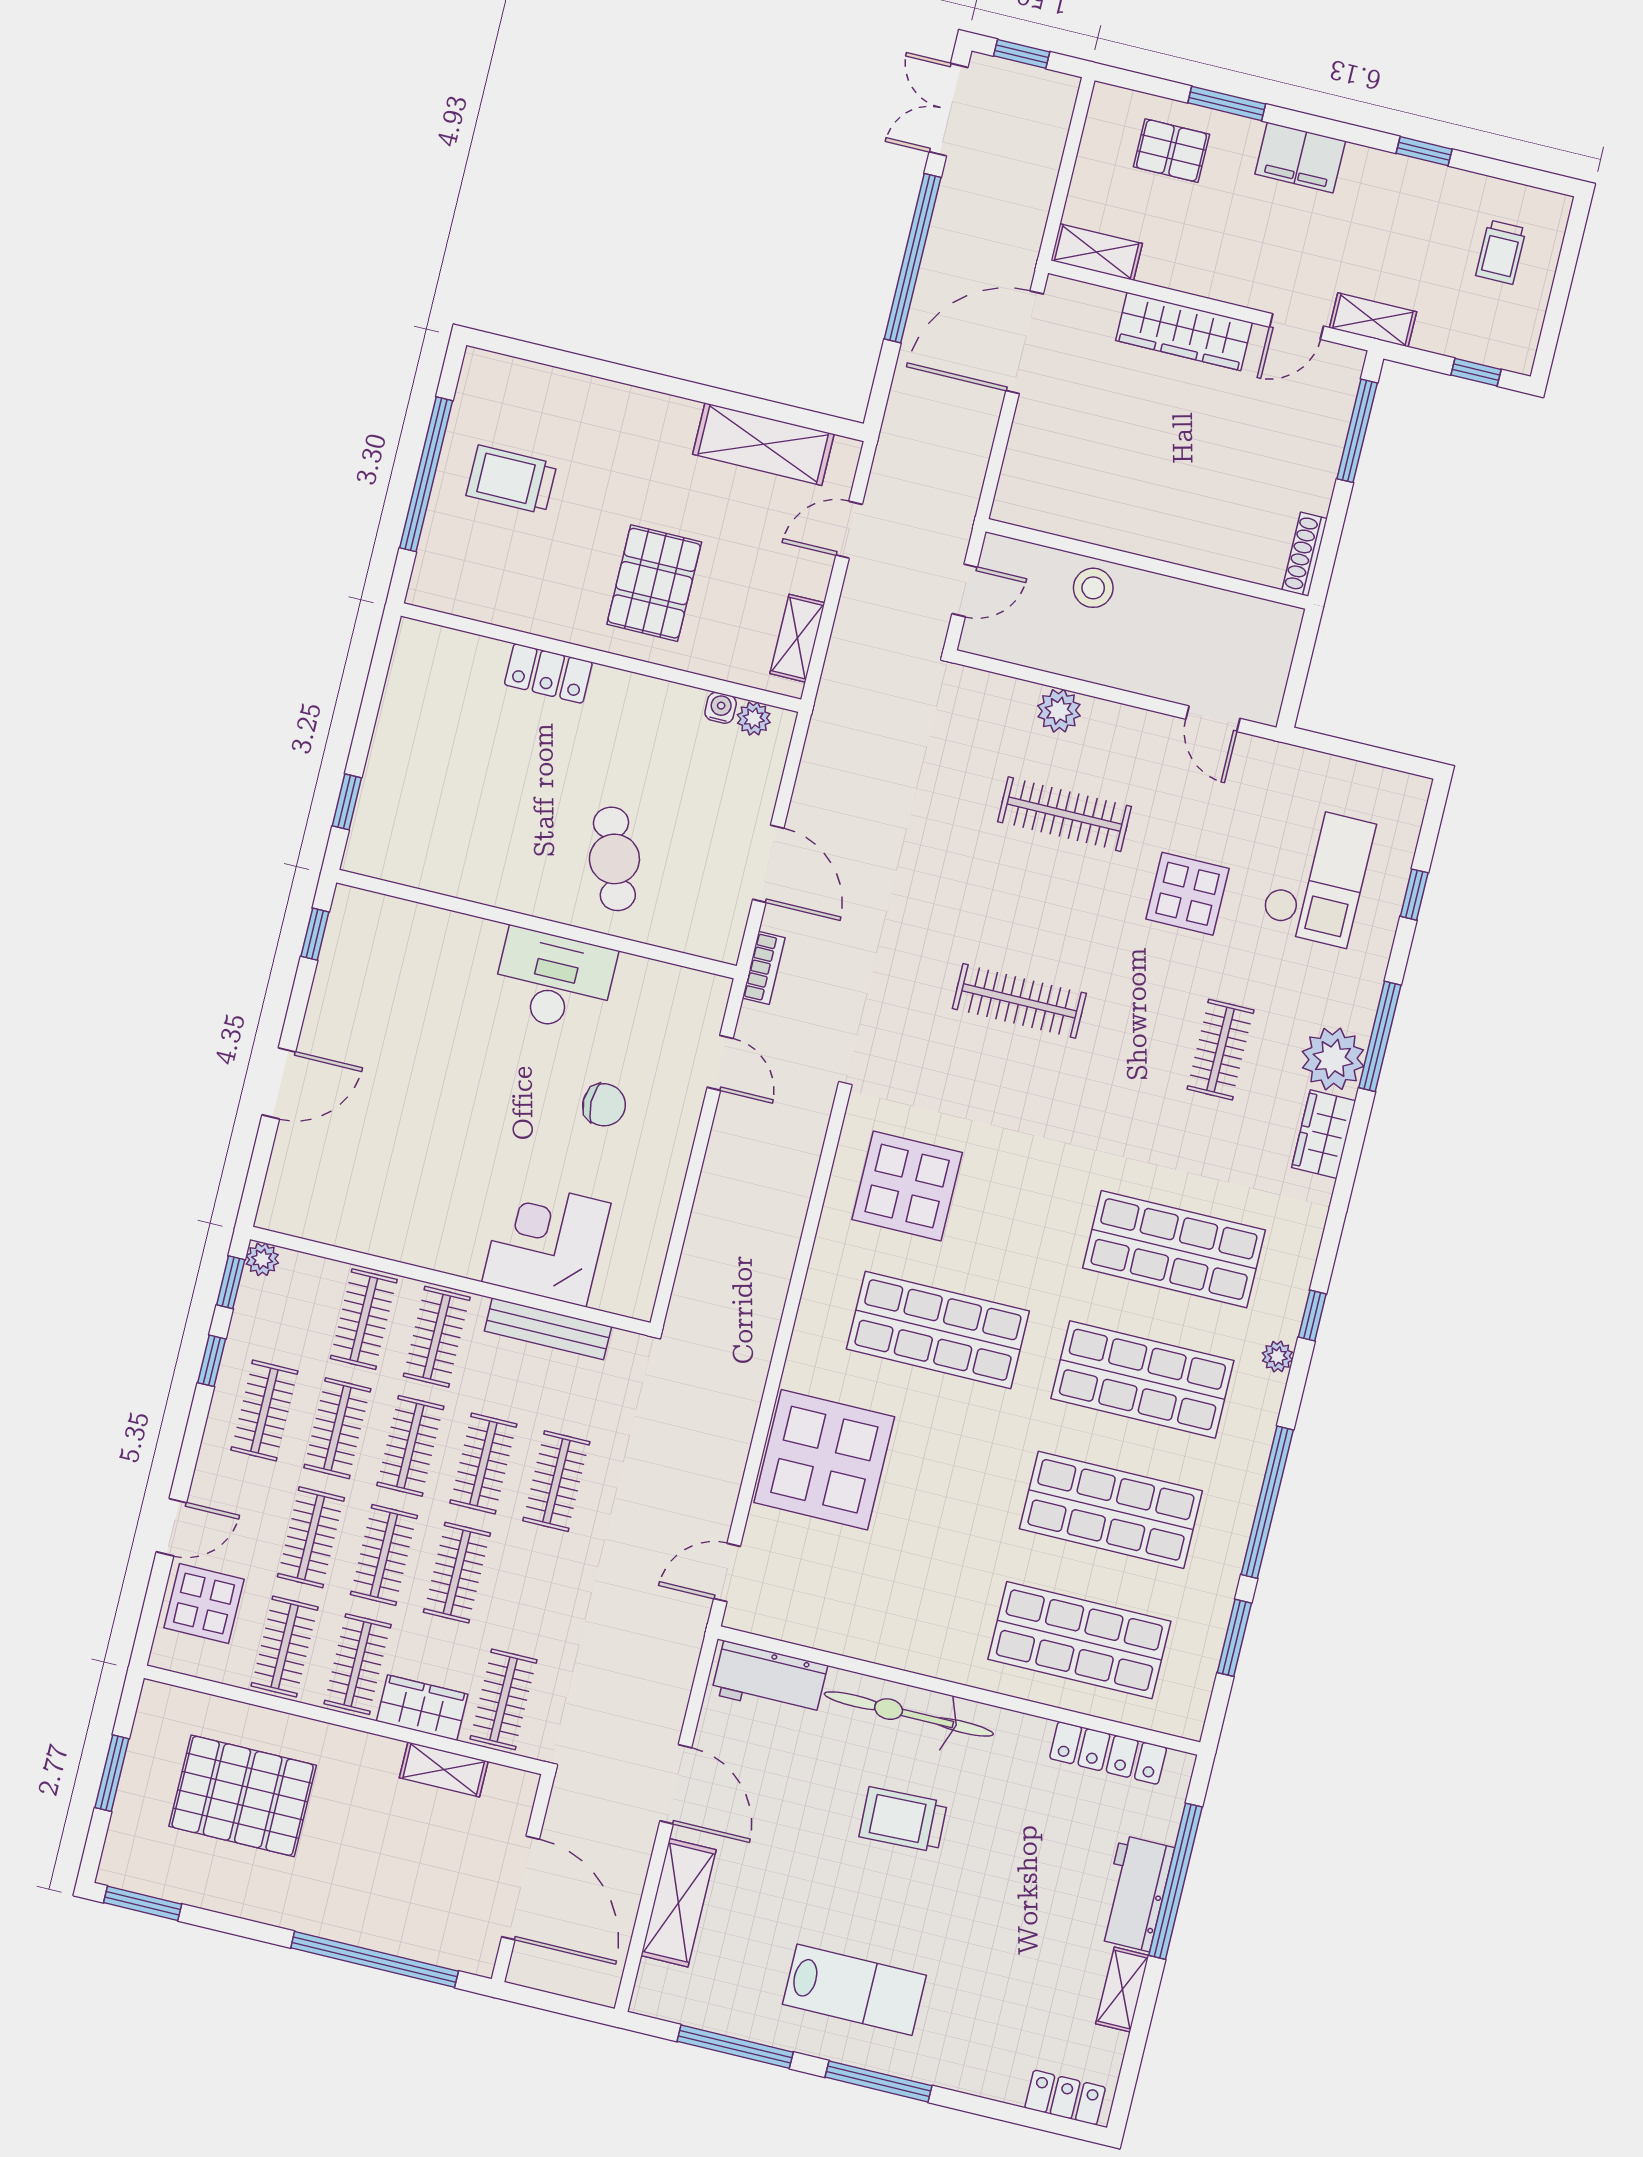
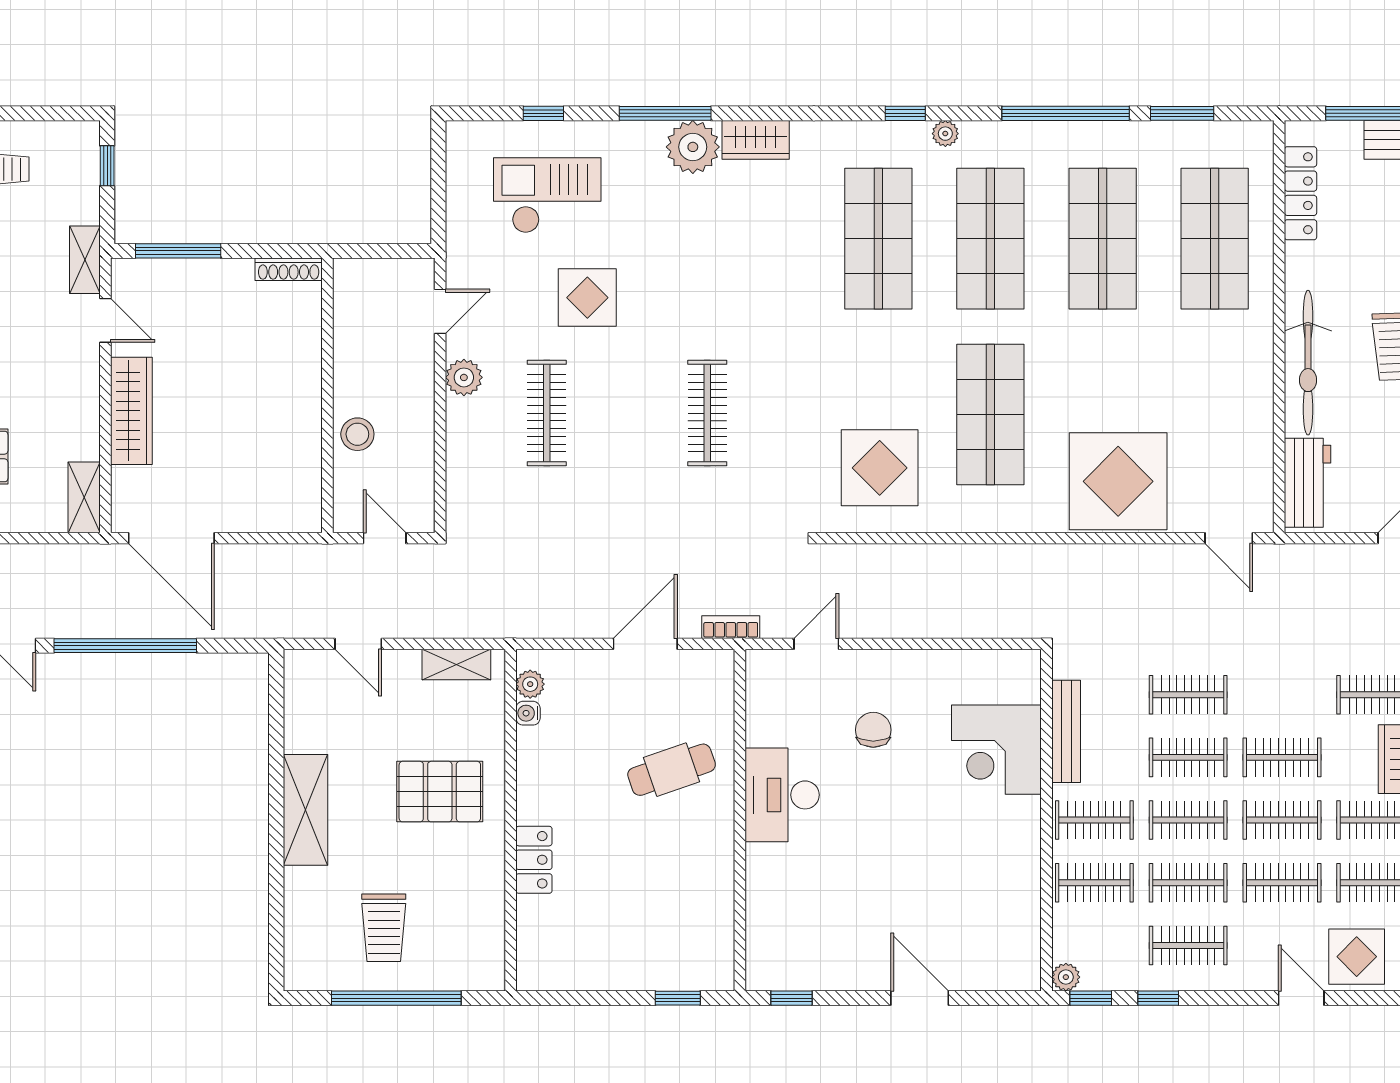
shelving: (763, 444) -> (306, 810), moved
plant: (1059, 711) -> (464, 377), moved
clothes rail: (1220, 1050) -> (707, 240), removed

